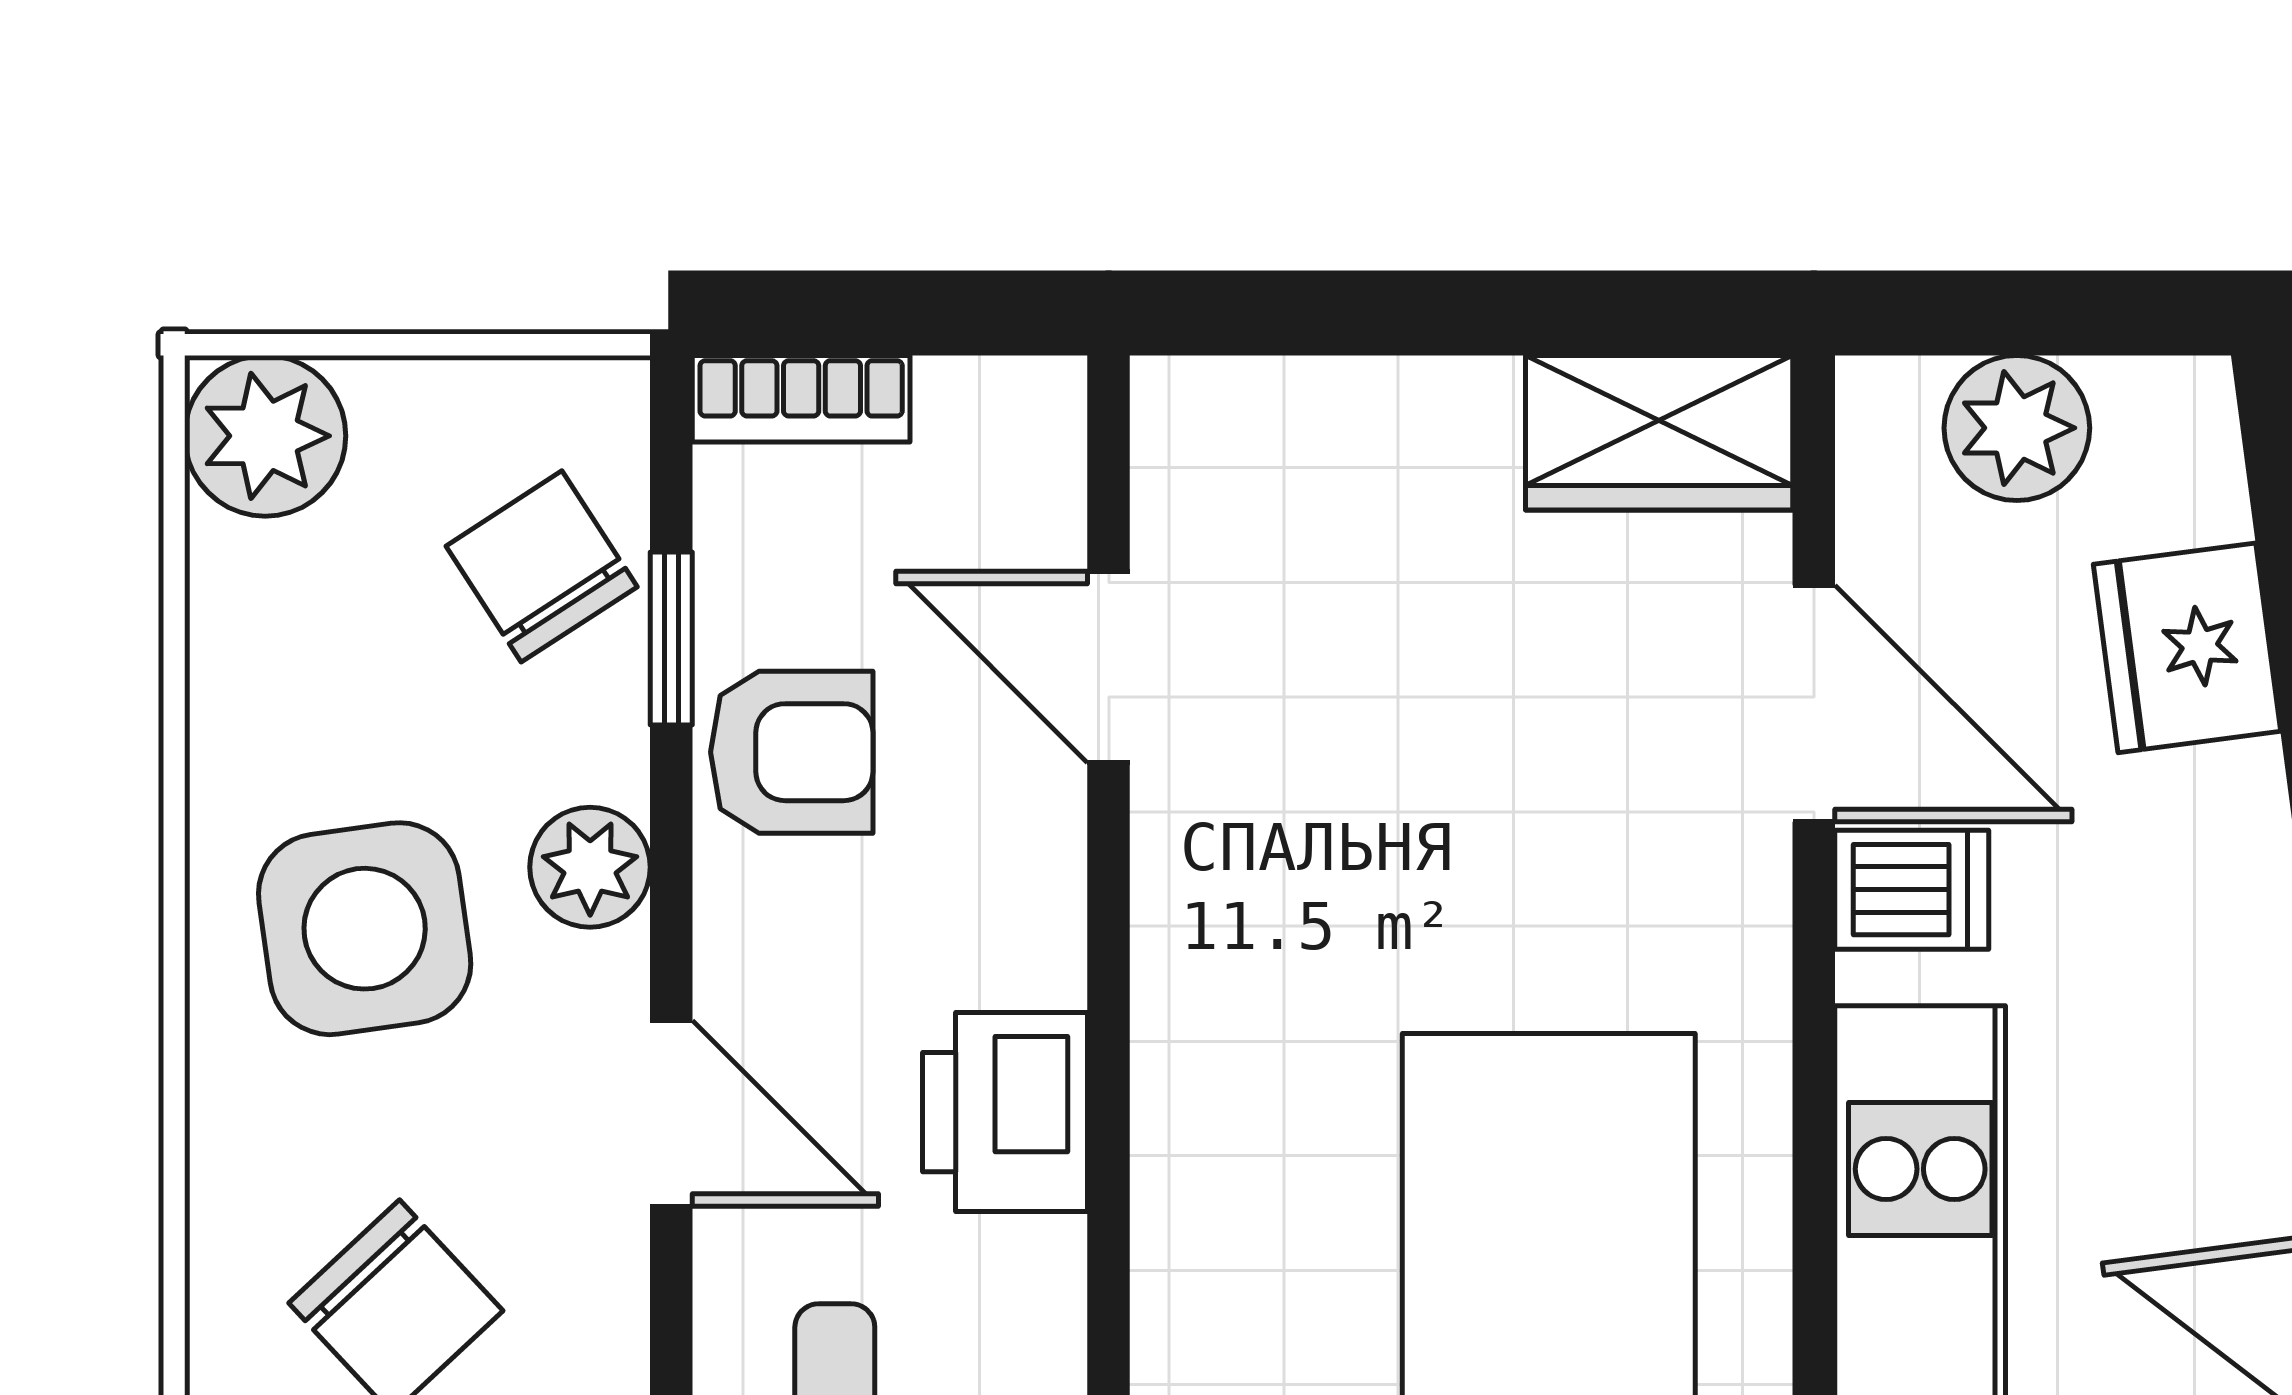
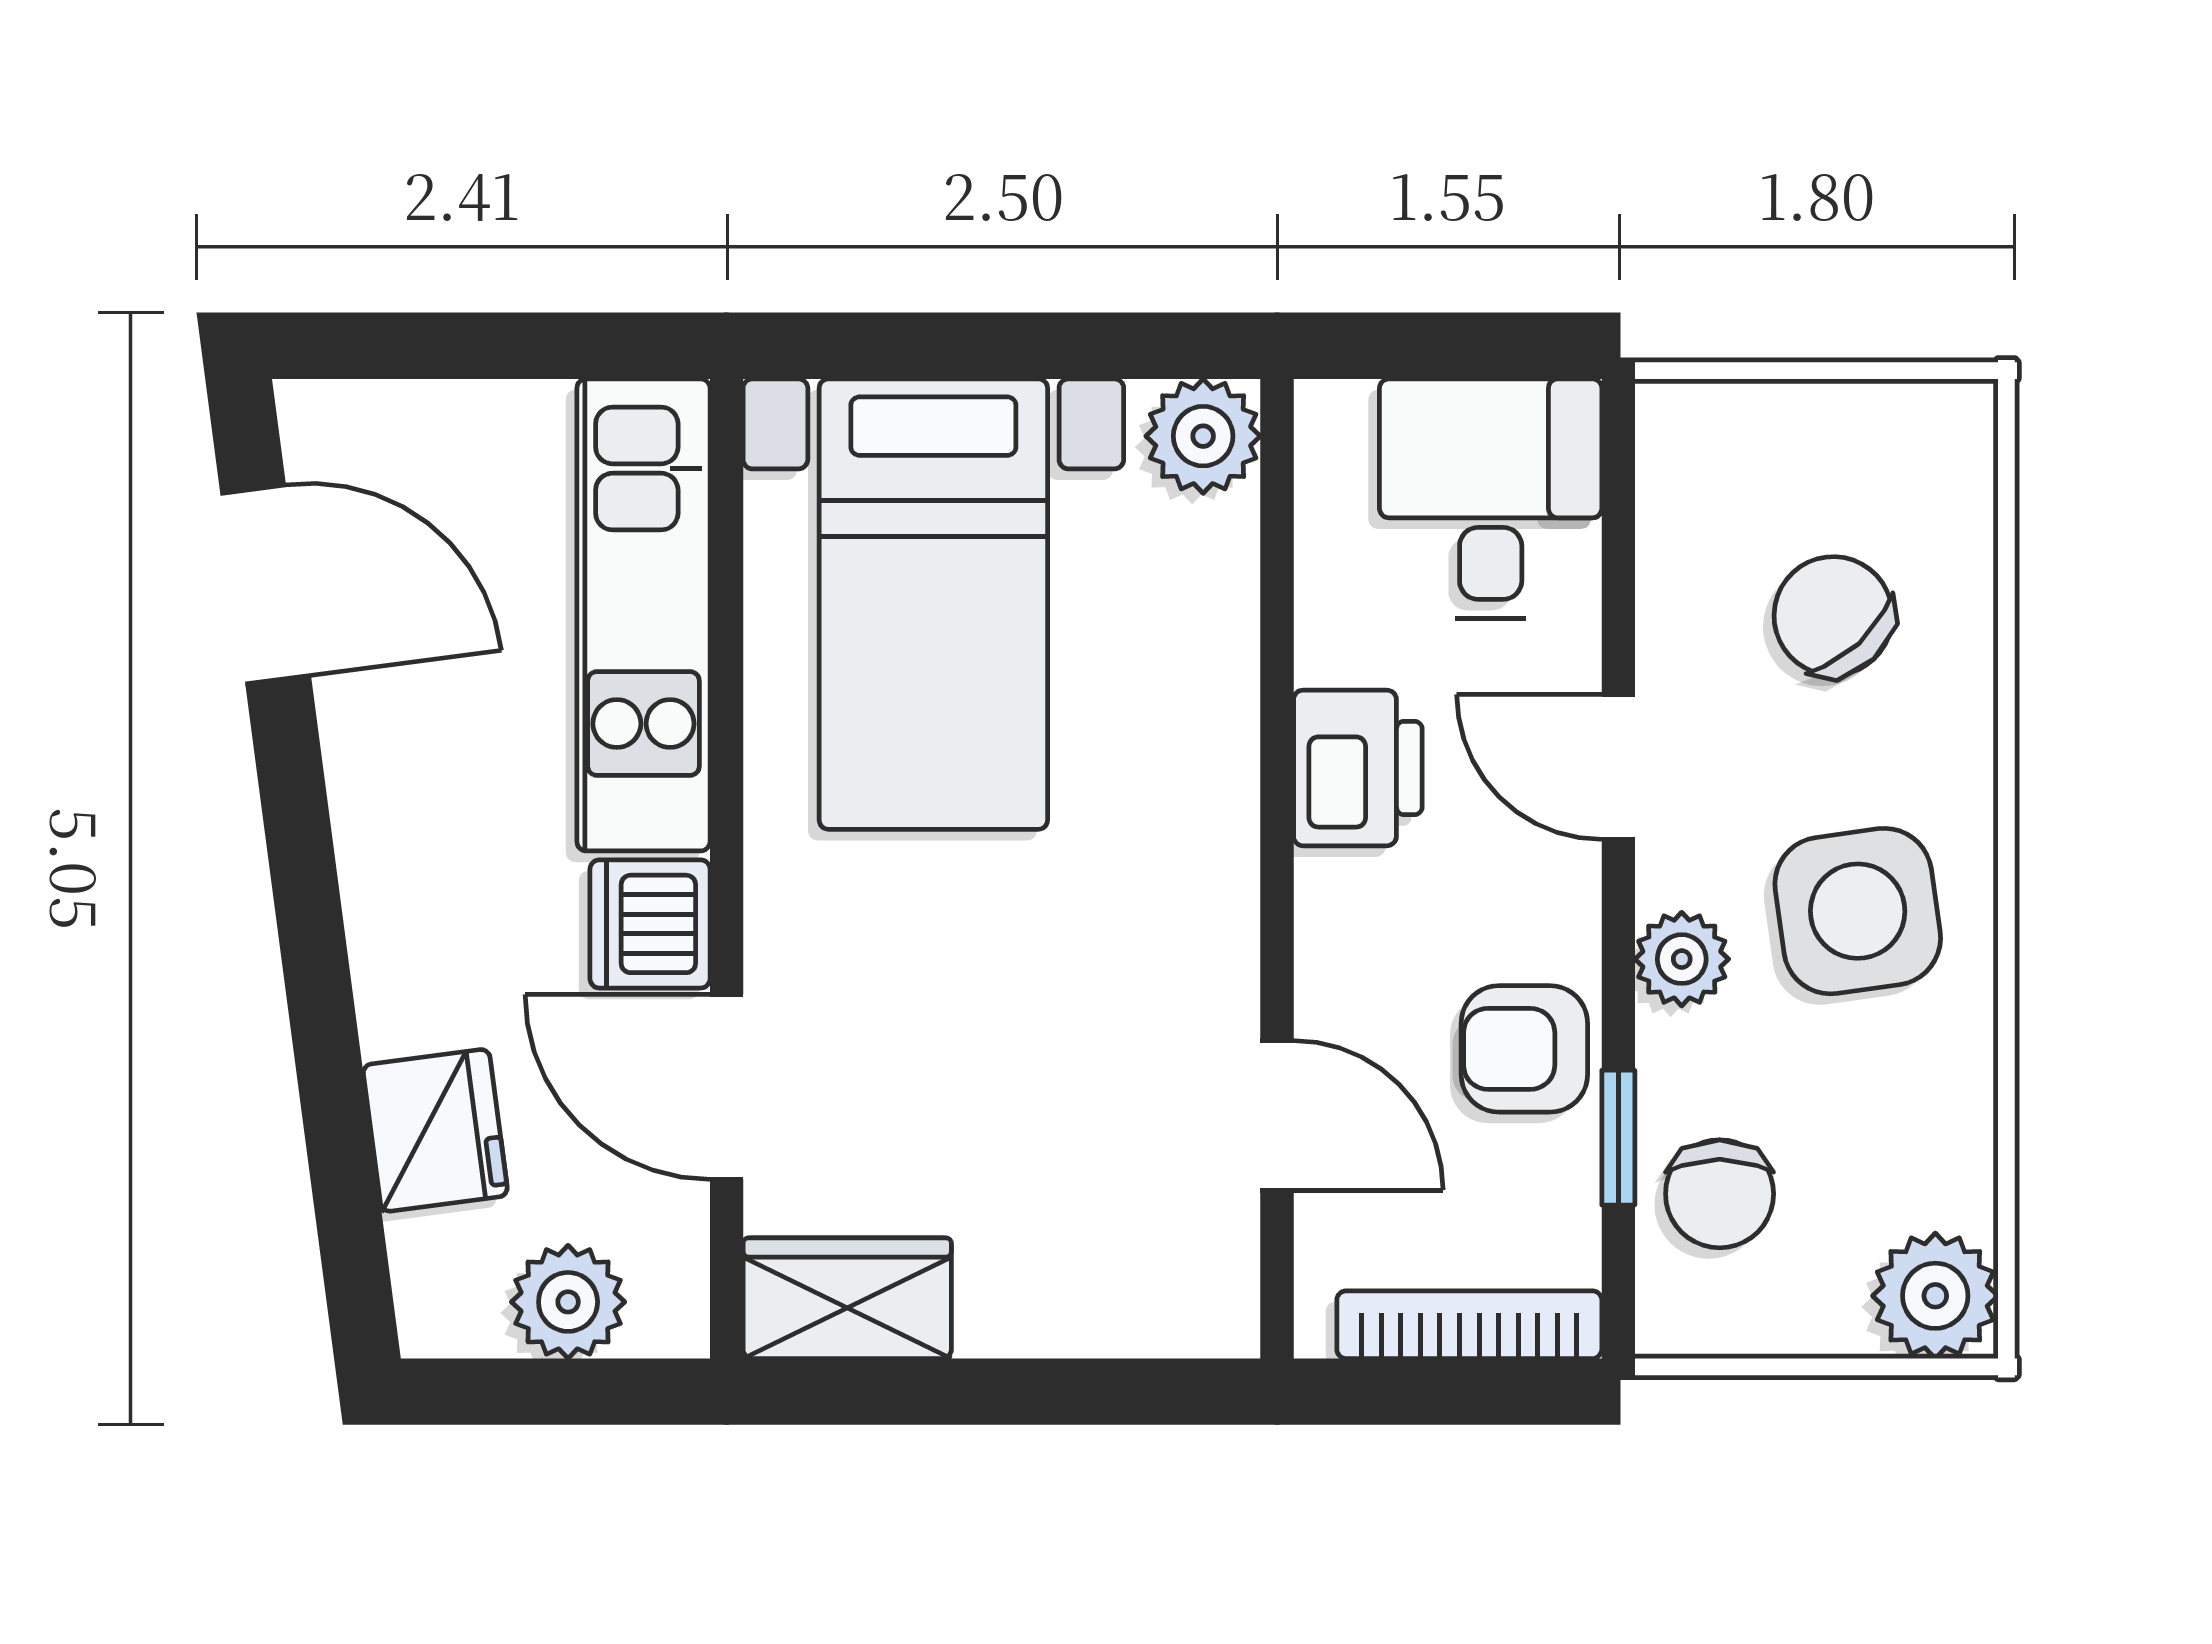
bookcase: (801, 399) -> (1469, 1325), width x1.56
chair: (542, 566) -> (1720, 1194), turned 33
dishwasher: (1912, 890) -> (650, 924), width x1.38

